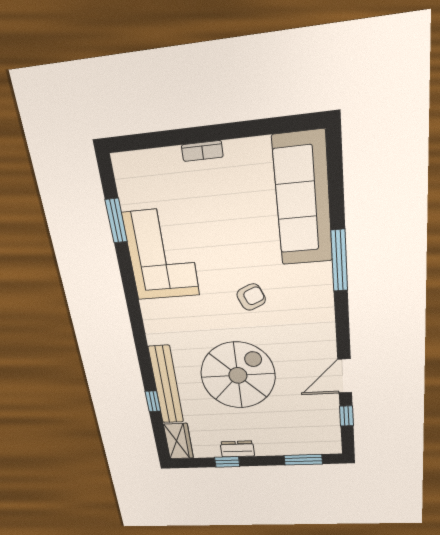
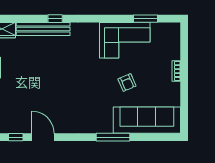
armchair: (251, 297) -> (127, 83), moved
spiral stairs: (238, 375) -> (47, 74), removed
window: (153, 401) -> (55, 19), moved

